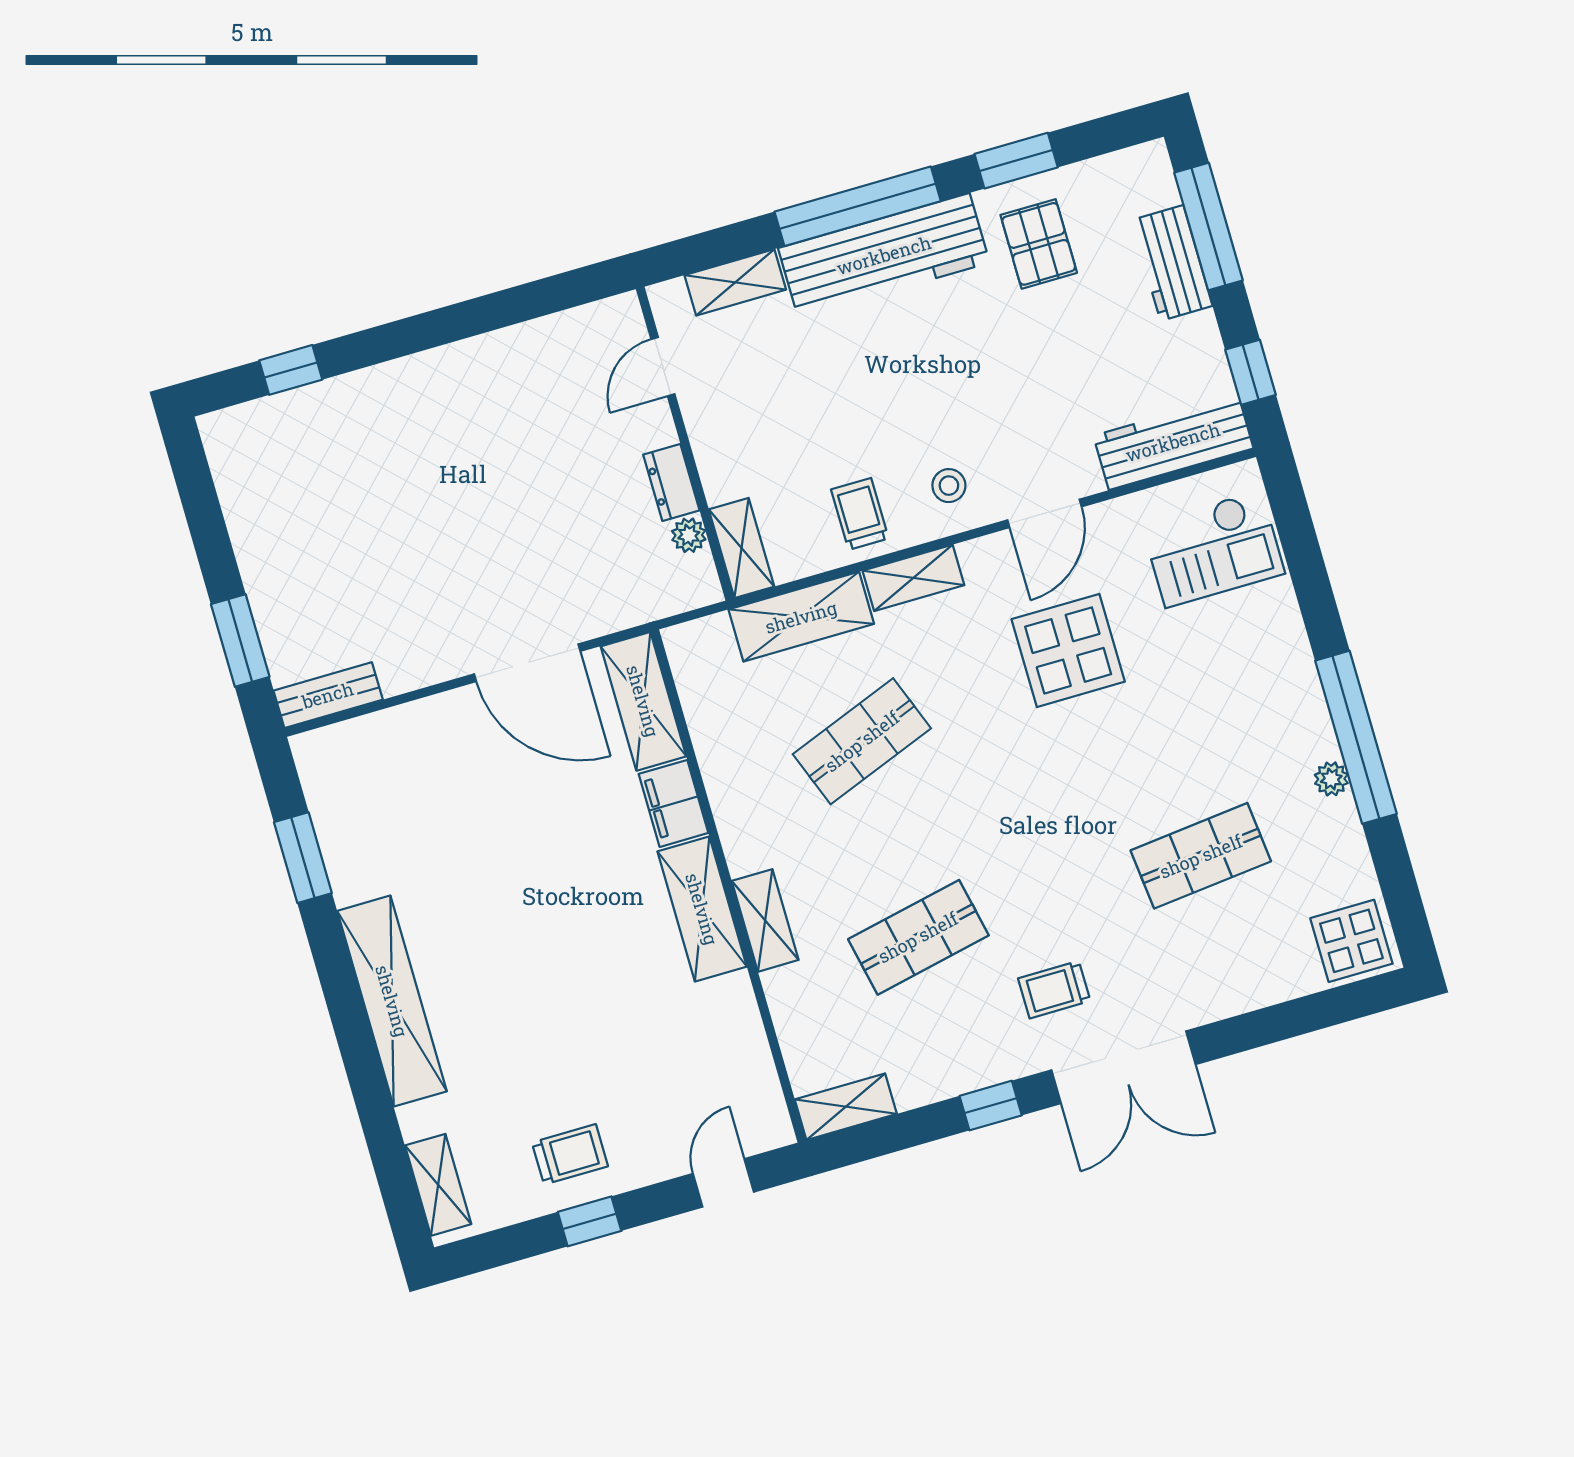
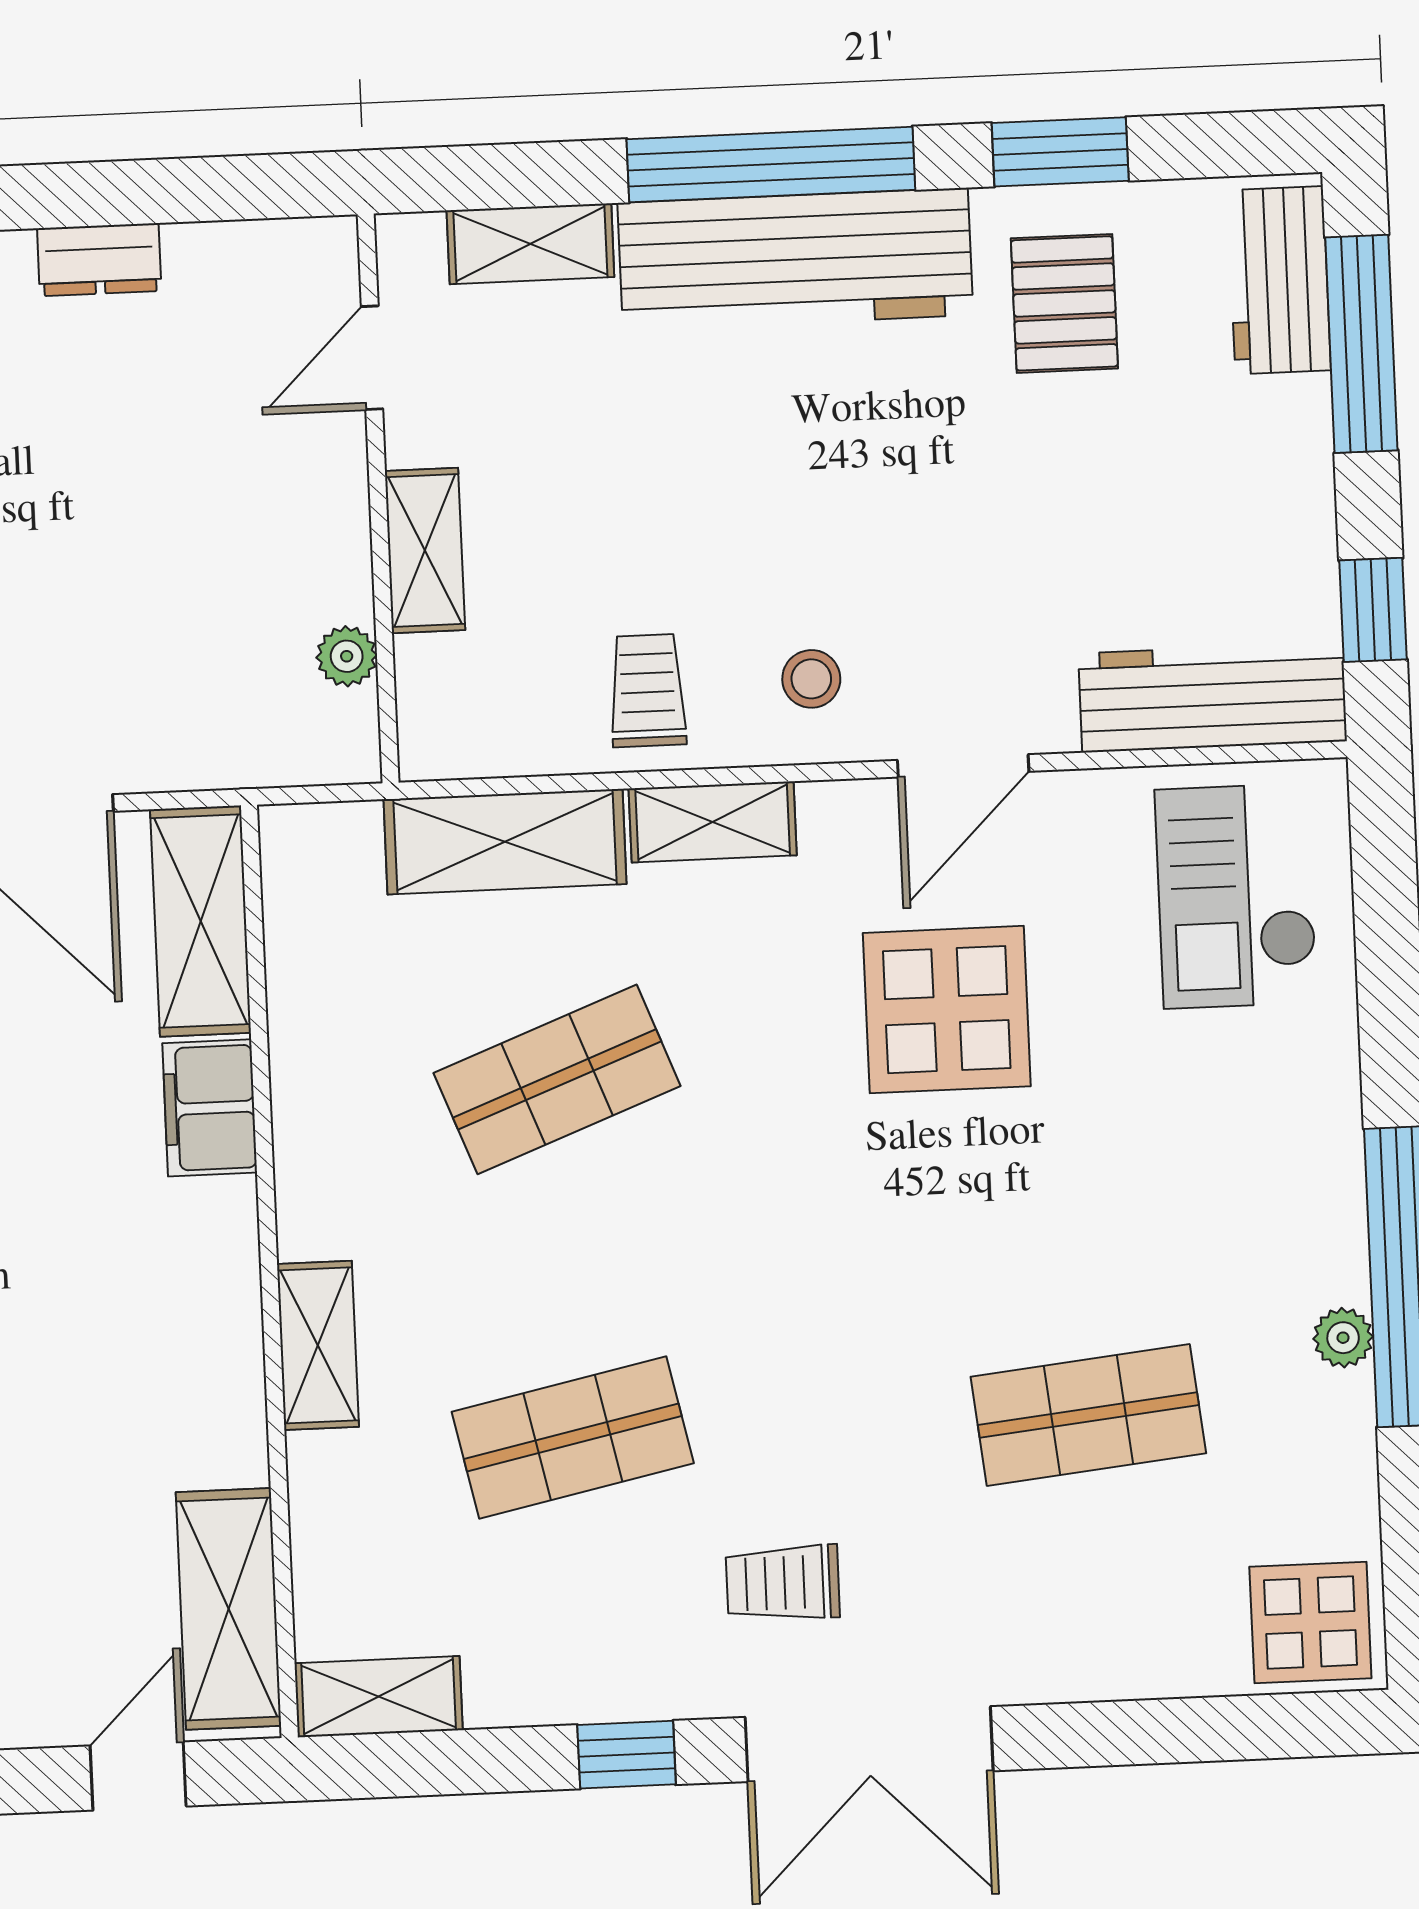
workbench: (1172, 263) -> (1279, 280), moved
dresser: (671, 482) -> (99, 260), moved, turned -90
shelving: (742, 548) -> (425, 550), moved
checkout: (1213, 549) -> (1236, 896), turned 90
shelving: (702, 909) -> (229, 1609), moved

